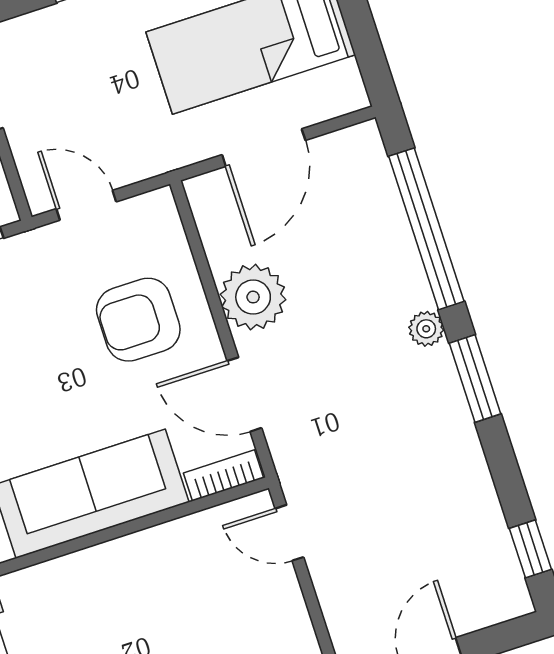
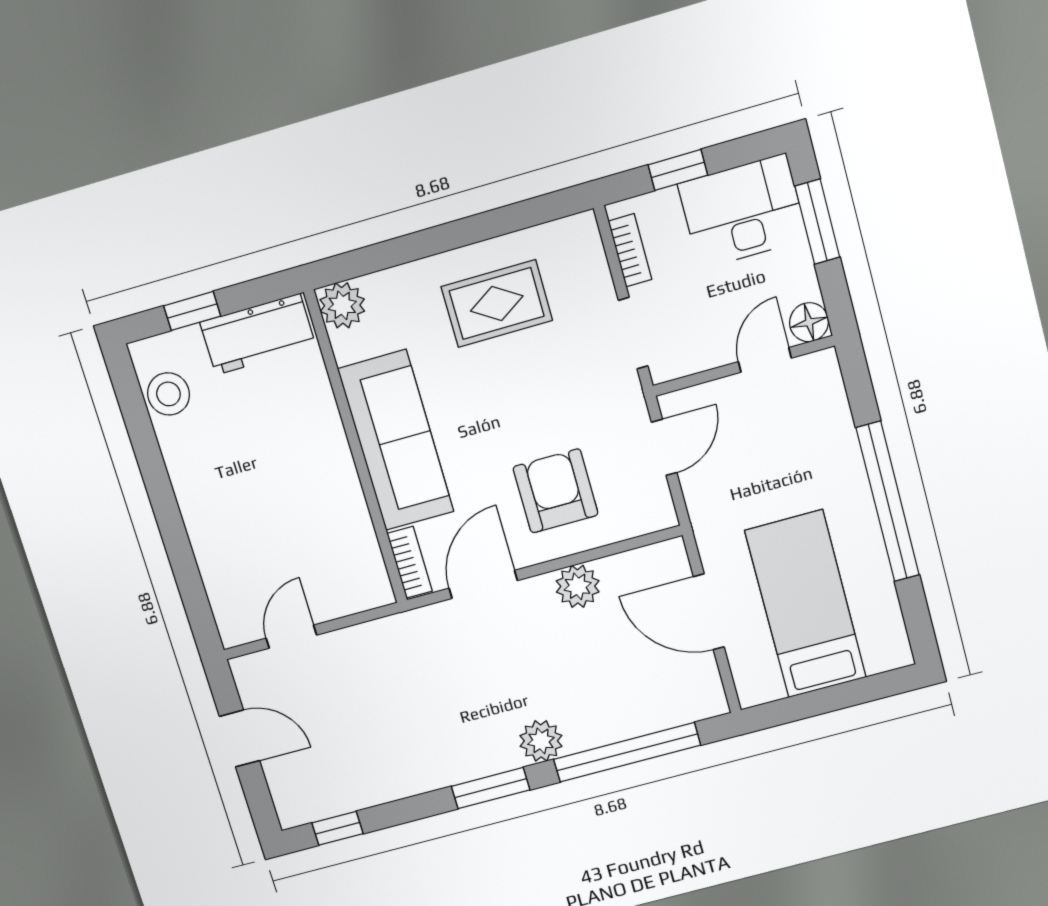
plant: (253, 297) -> (578, 586), width x0.73, depth x0.73
plant: (426, 329) -> (541, 741), width x1.38, depth x1.38
door: (289, 533) -> (291, 637), moved

